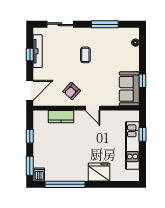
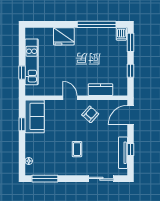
window: (105, 24) -> (45, 179), moved

